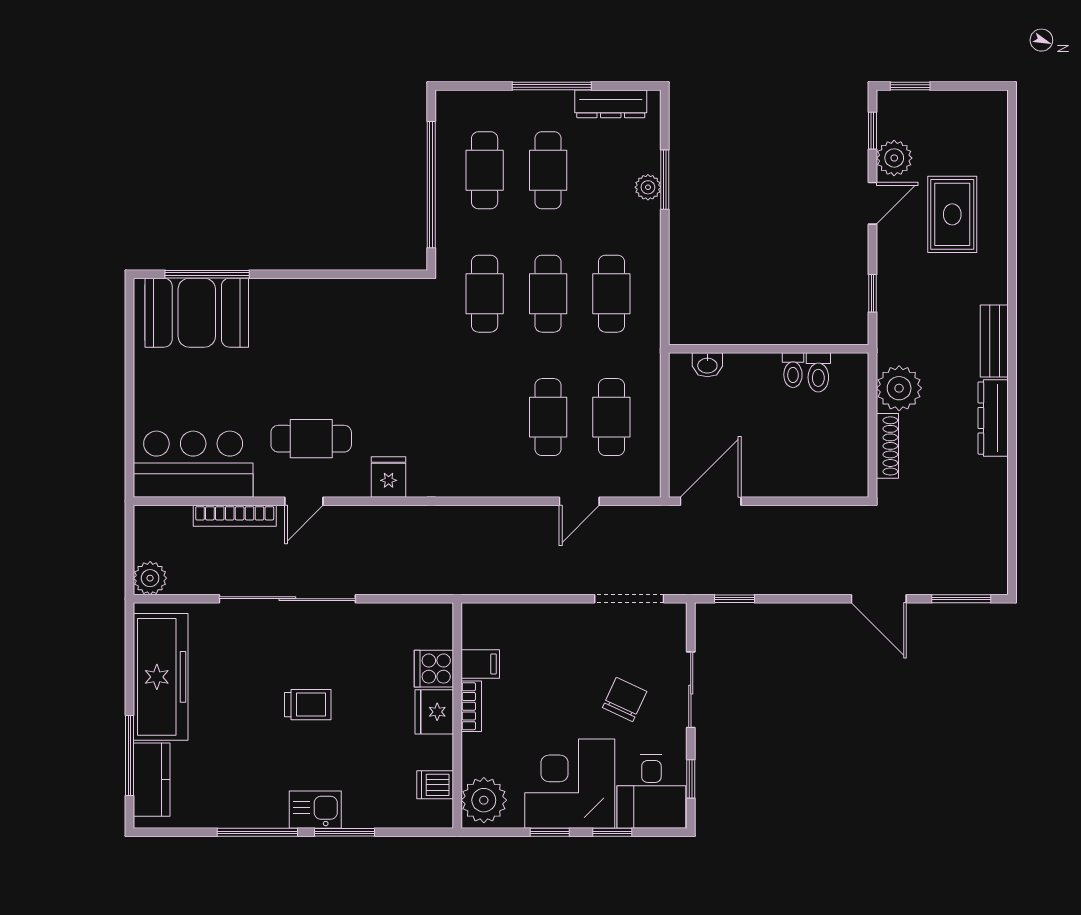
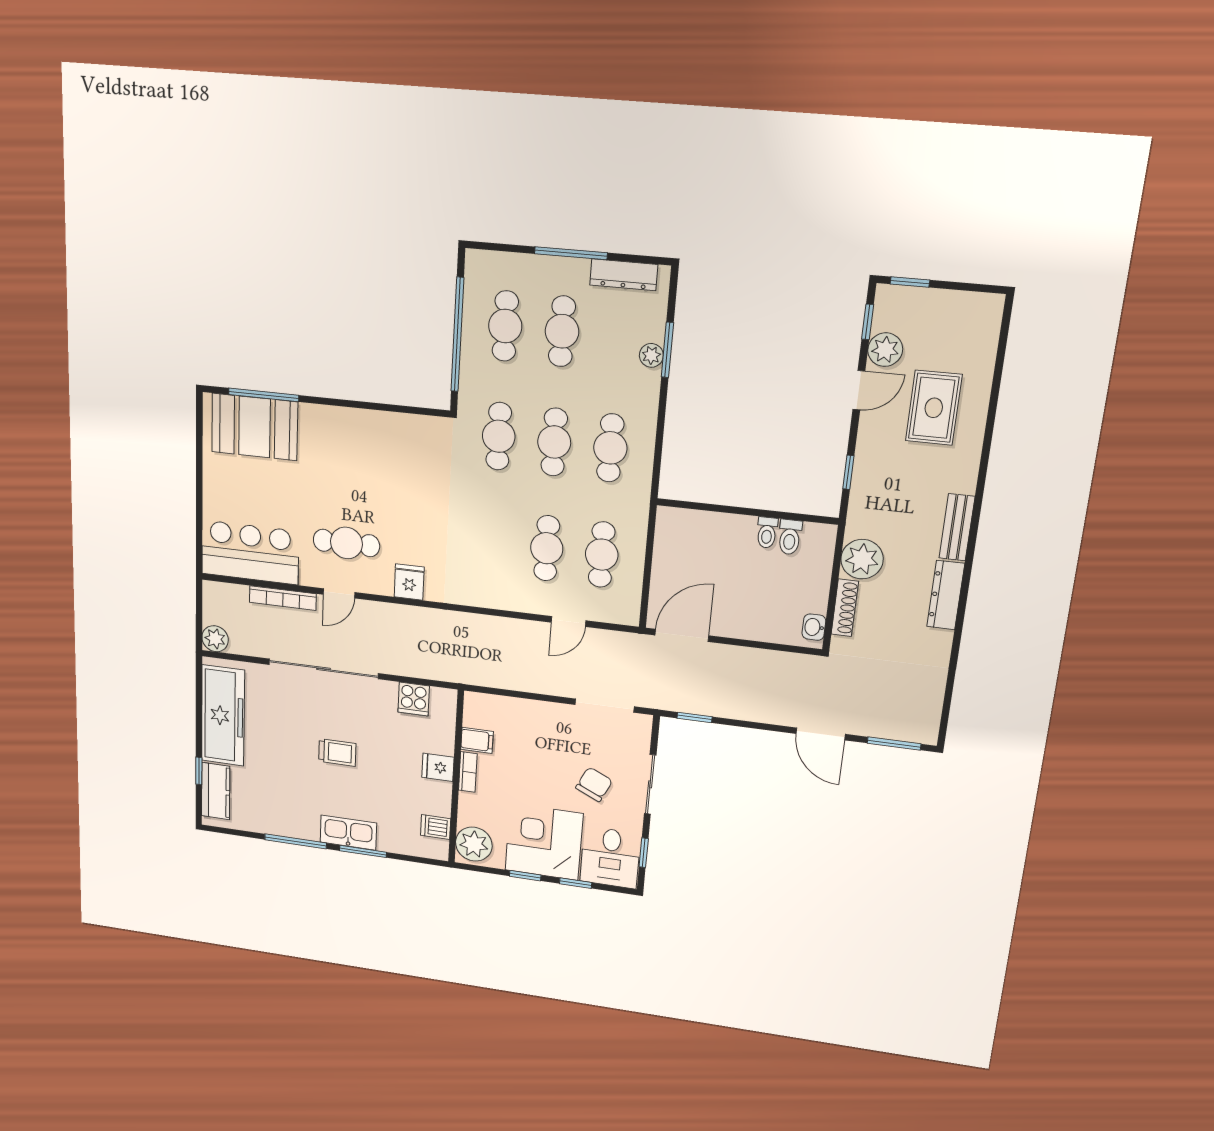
washbasin: (707, 365) -> (814, 627), moved, turned 90
cooker: (434, 669) -> (414, 699), moved, turned -90
fridge: (434, 712) -> (438, 767), width x0.72
window: (129, 755) -> (199, 771), width x0.46
kitchen sink: (315, 810) -> (348, 833), width x1.38

